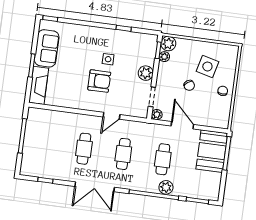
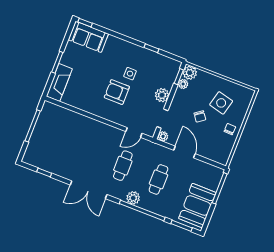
sofa: (47, 48) -> (89, 37), moved, turned 90
armchair: (99, 81) -> (117, 92), turned 180
door: (112, 116) -> (134, 132), moved
cafe table: (84, 149) -> (87, 152), removed
booth: (212, 151) -> (197, 205), moved
plant: (166, 187) -> (133, 198), moved

